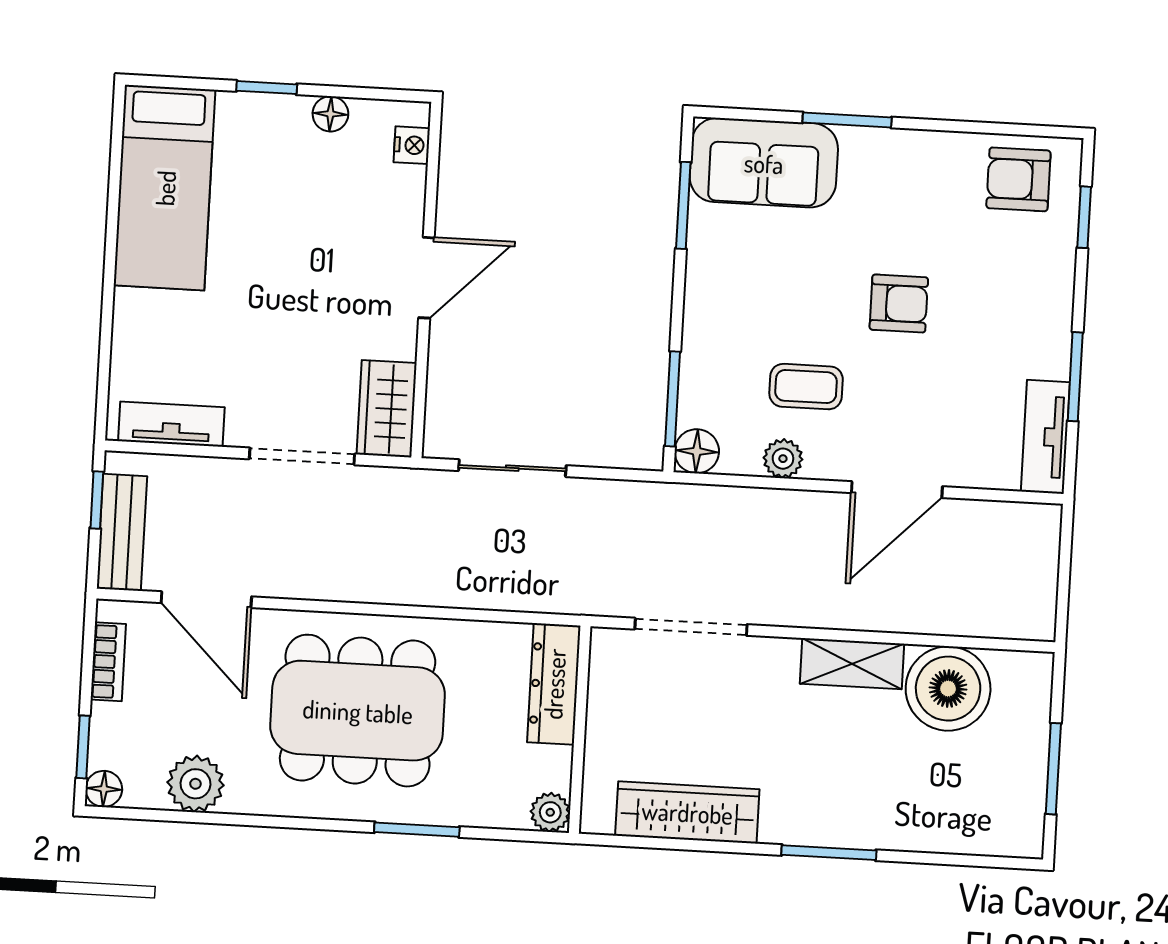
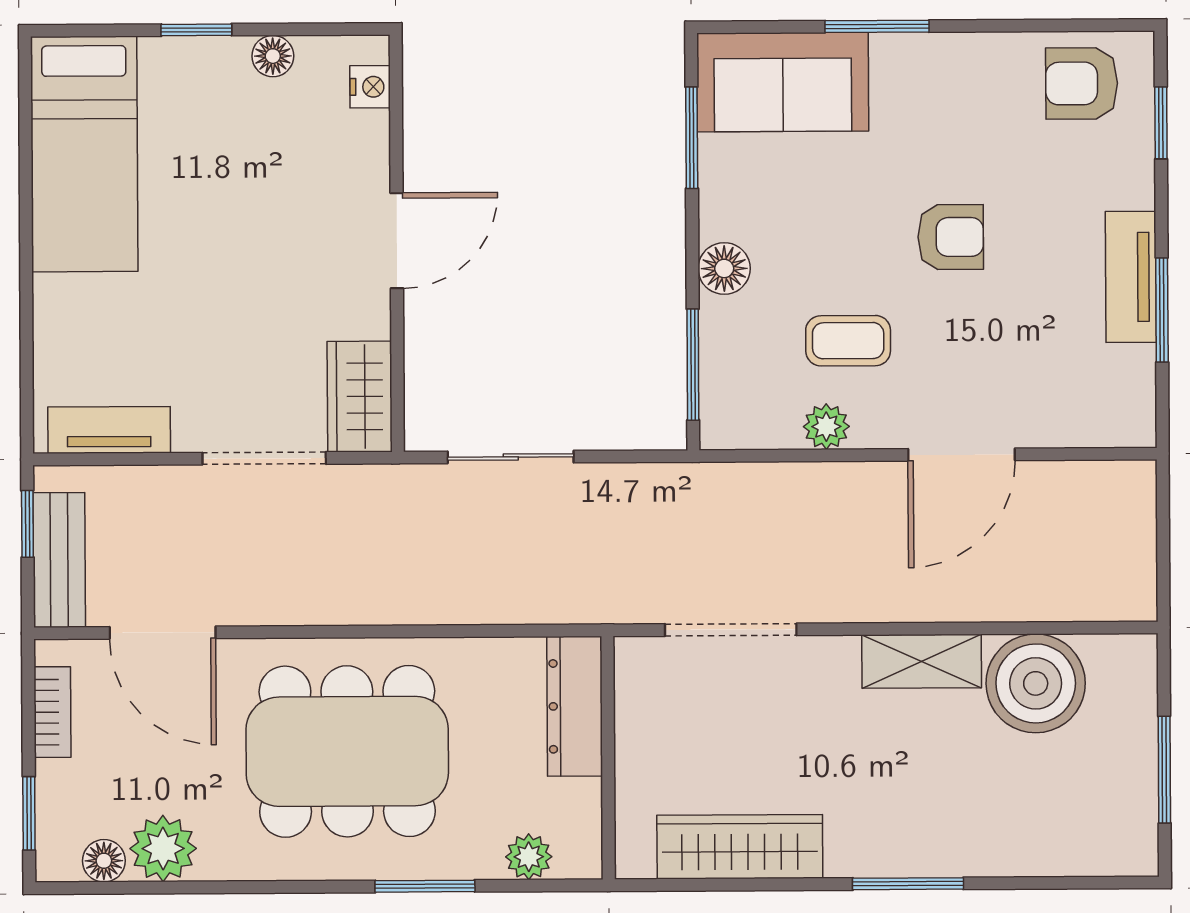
tv unit: (1045, 437) -> (1131, 277), moved
floor lamp: (697, 451) -> (724, 268), moved
floor lamp: (104, 789) -> (104, 861), moved
plant: (550, 812) -> (529, 857), moved

